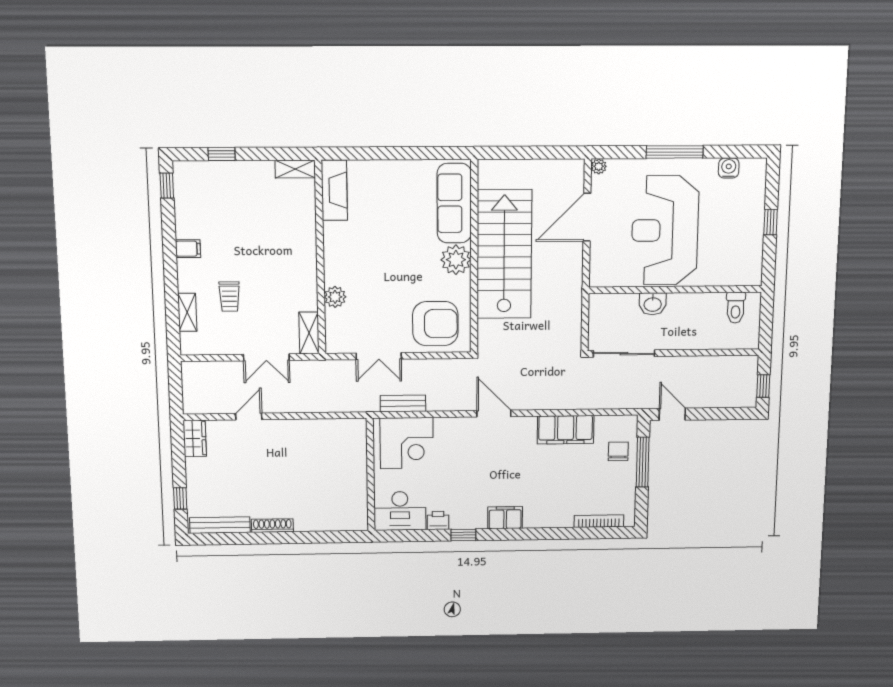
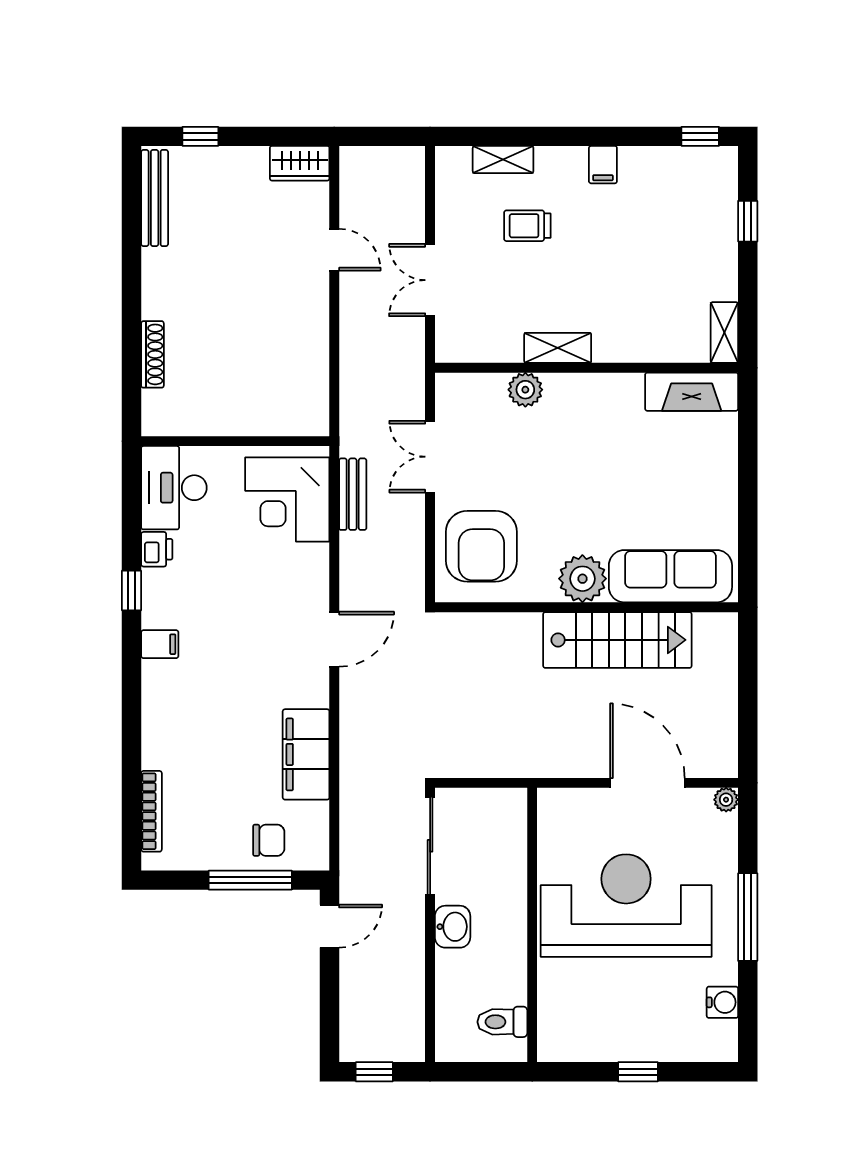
stairs: (504, 254) -> (617, 640), width x0.73, depth x0.66
washbasin: (653, 304) -> (453, 927), moved, turned 180
shelving: (309, 333) -> (558, 348), moved
filing cabinet: (505, 518) -> (160, 644), width x0.50
shoe rack: (272, 526) -> (152, 354), moved

